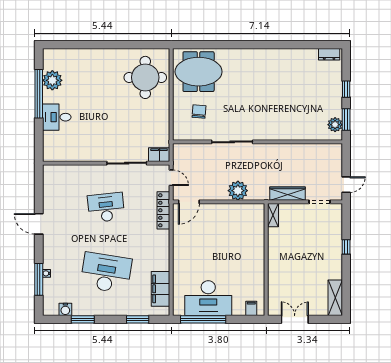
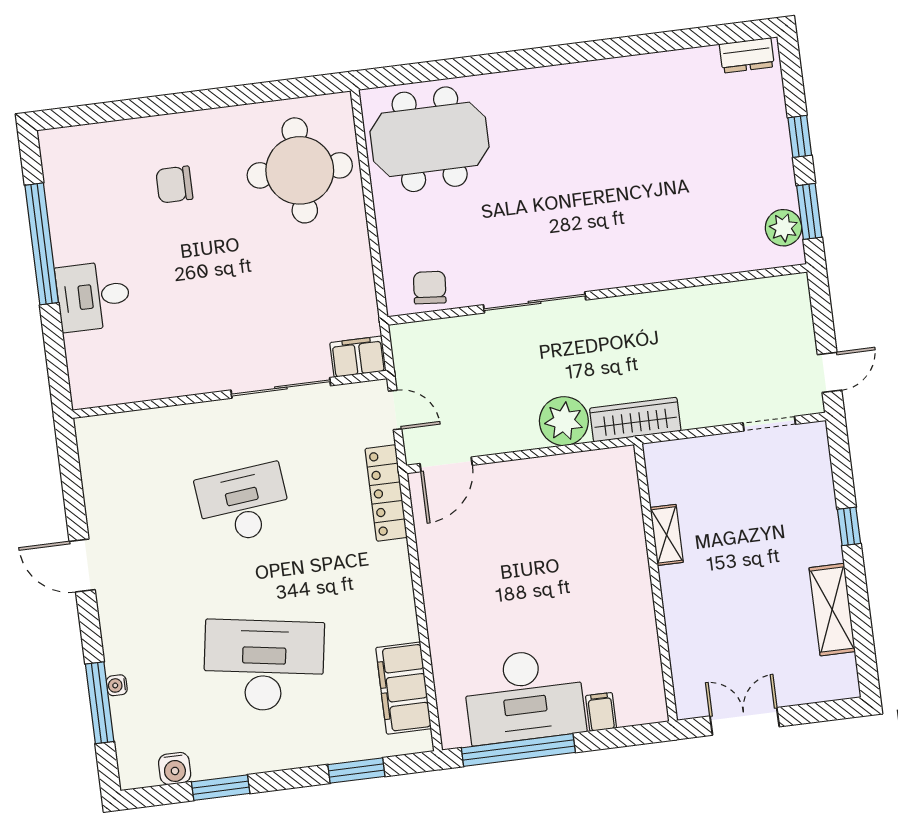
chair: (95, 77) -> (174, 184), added
plant: (52, 80) -> (71, 206), removed
chair: (199, 111) -> (430, 288), moved
wardrobe: (288, 194) -> (635, 420), moved
shelving: (273, 215) -> (667, 535), moved
shelving: (335, 298) -> (832, 610), moved
filing cabinet: (251, 308) -> (601, 712), moved

